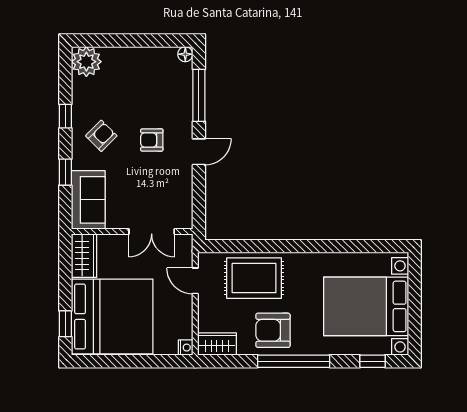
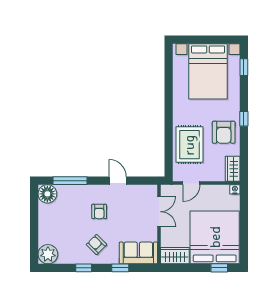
floor lamp: (185, 54) -> (47, 194), width x1.89, depth x1.89
door: (199, 152) -> (118, 181), moved
window: (294, 361) -> (244, 119), width x0.32

